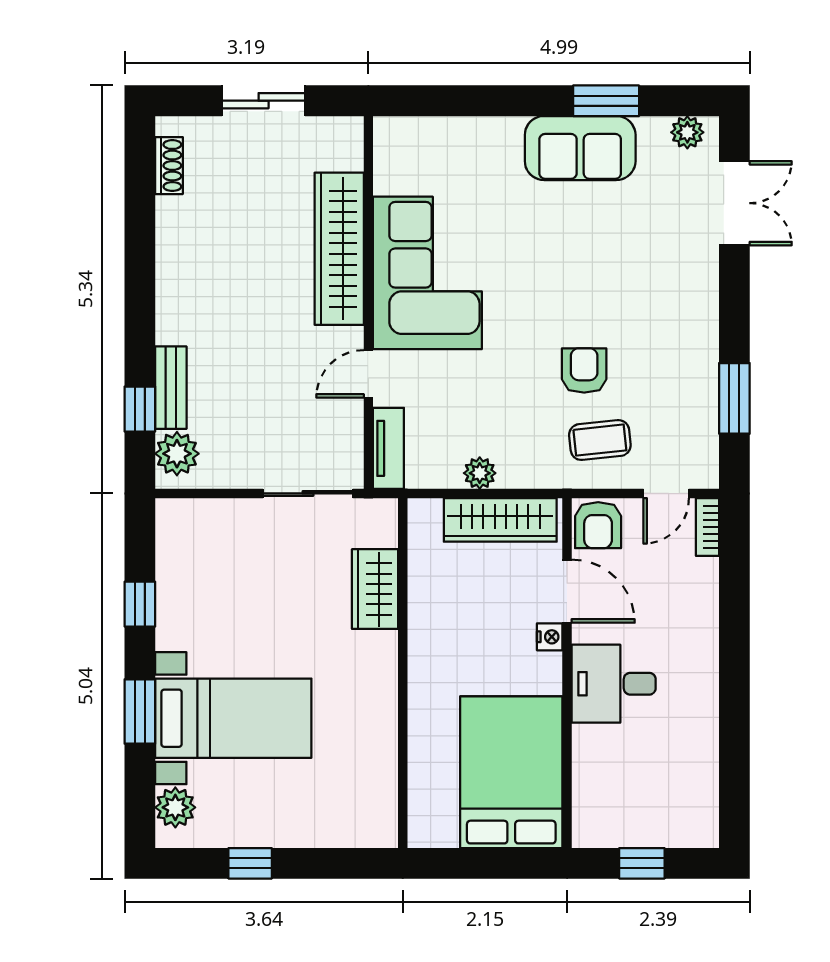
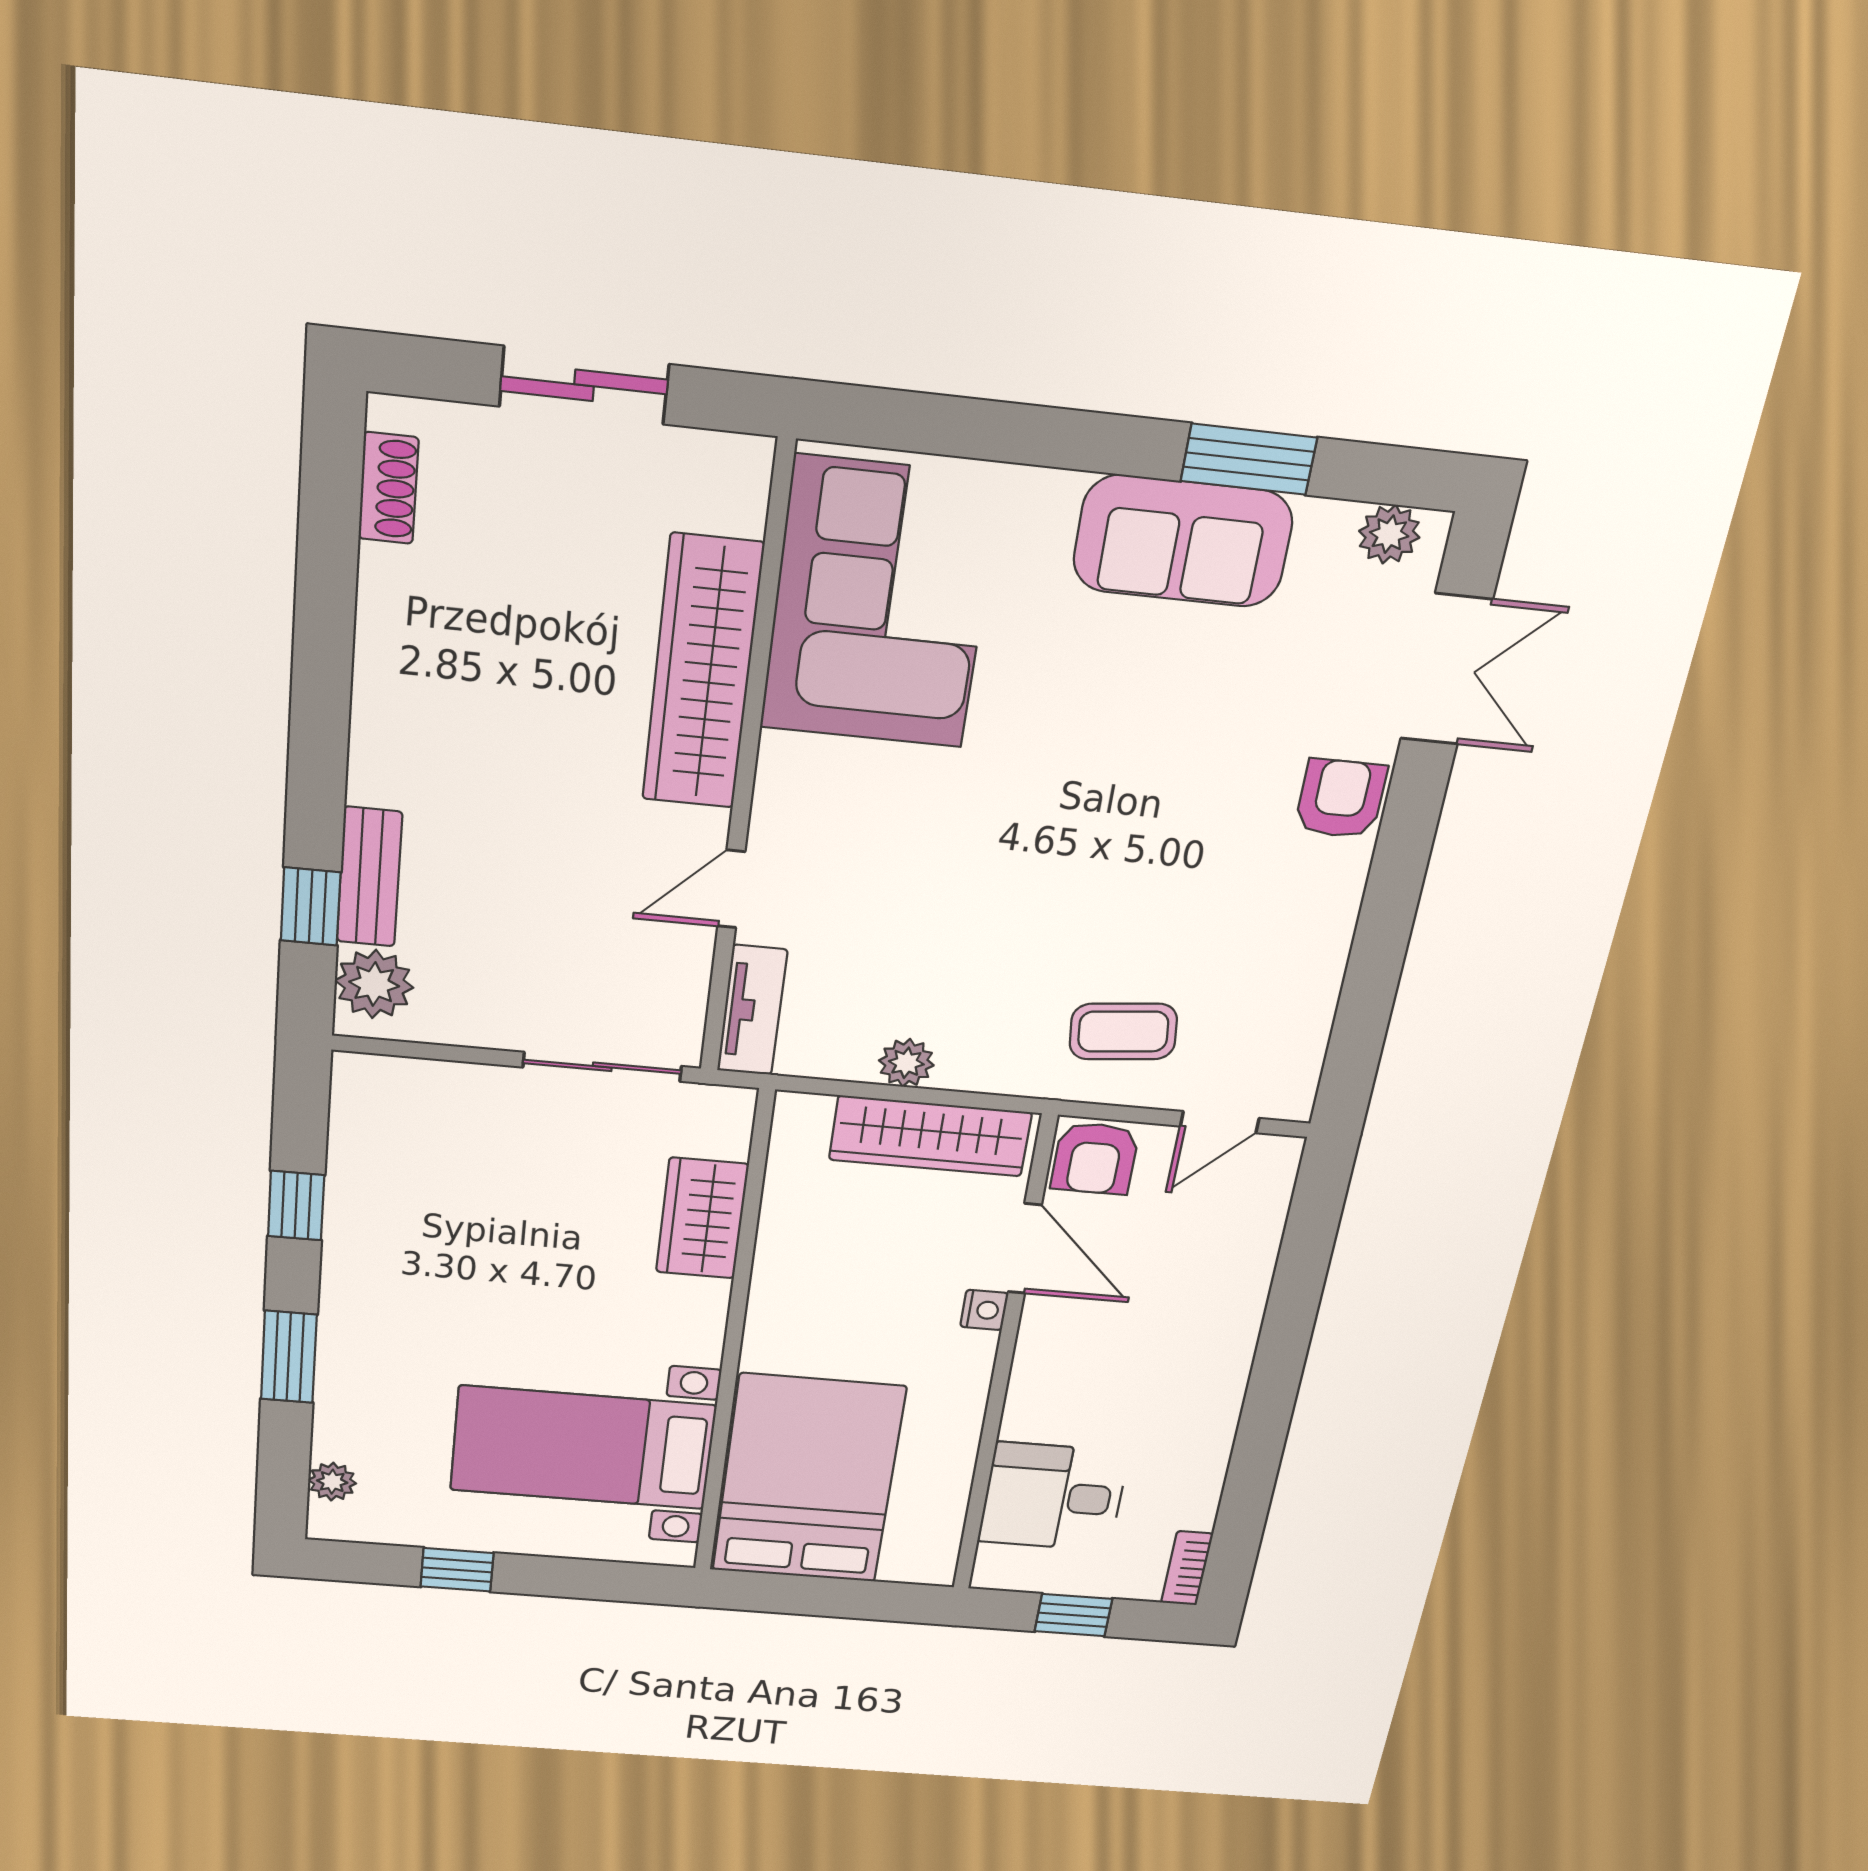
corner sofa: (427, 273) -> (879, 604), moved
armchair: (584, 371) -> (1341, 799), moved
window: (734, 398) -> (1369, 989), removed
bookcase: (708, 527) -> (1187, 1568), moved
desk: (614, 684) -> (1053, 1497), moved
bed with nightstands: (233, 718) -> (583, 1448), moved, turned 180
bed: (511, 772) -> (808, 1479), moved
plant: (175, 807) -> (332, 1482), width x0.73, depth x0.73

